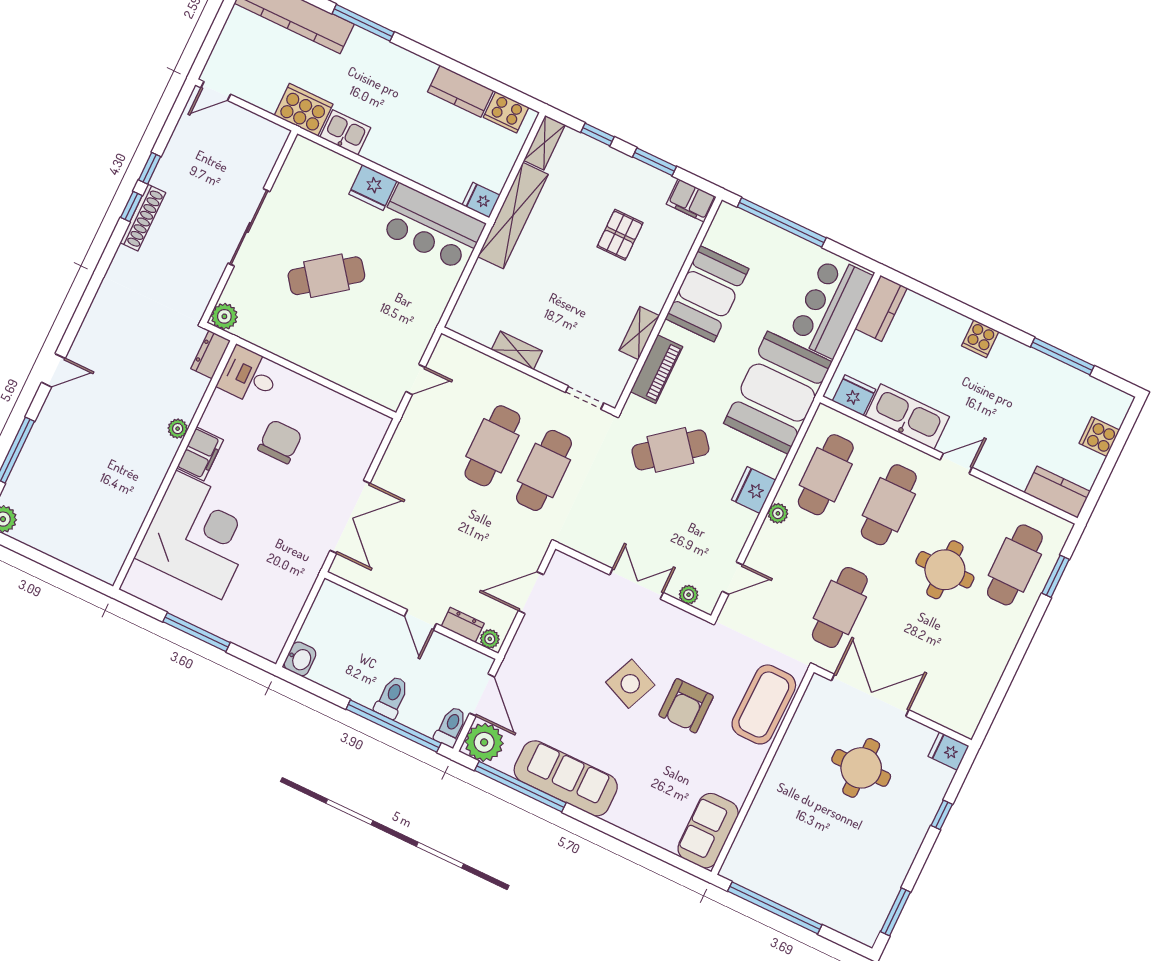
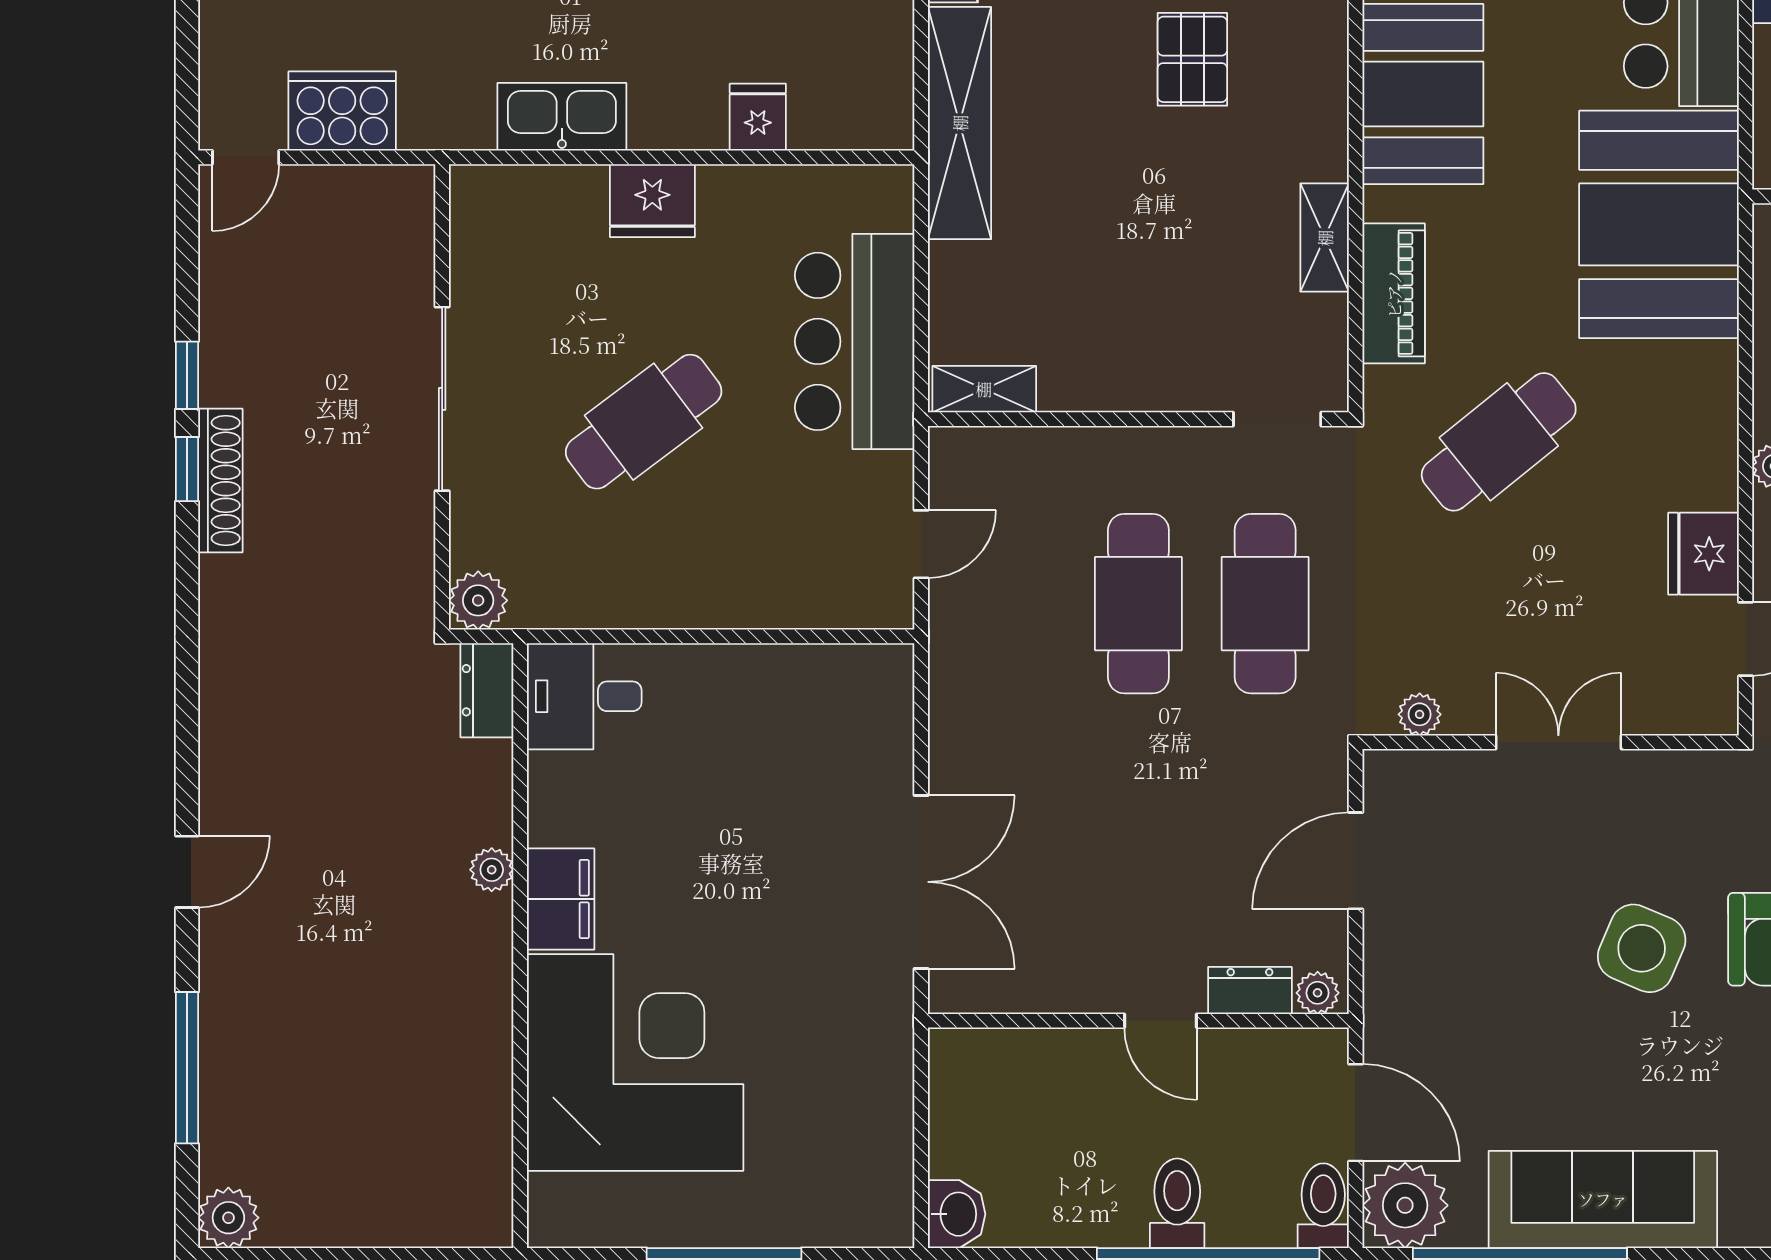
cooker: (304, 110) -> (342, 111), moved
kitchen sink: (345, 132) -> (562, 117), width x1.38
fridge: (481, 200) -> (758, 117), moved, turned 90
bar counter: (431, 227) -> (855, 341), moved, turned 90
shelving: (517, 350) -> (984, 389), moved
chair: (280, 442) -> (709, 798), removed
fridge: (754, 490) -> (1704, 554), moved
plant: (689, 595) -> (1420, 714), moved

